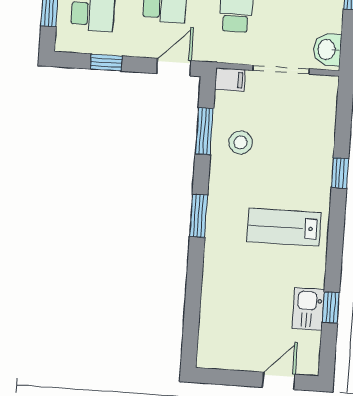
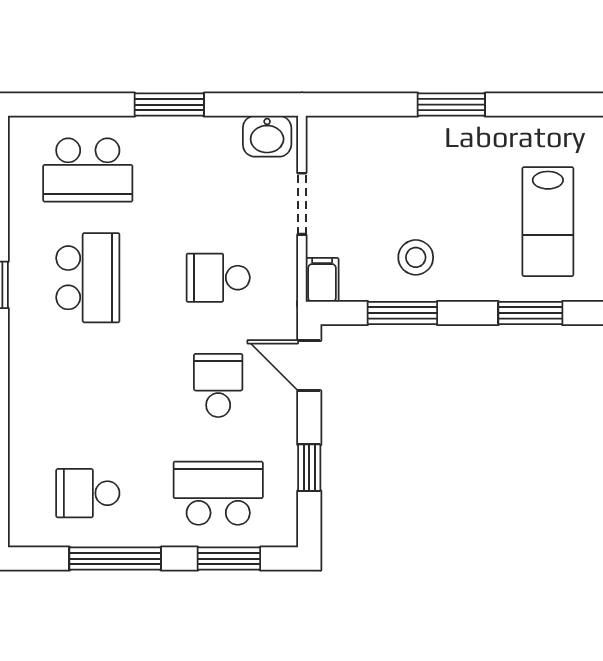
doorway: (281, 70) -> (302, 204), width x0.73
window: (340, 173) -> (451, 105), width x1.50
lab bench: (284, 227) -> (548, 222), moved

